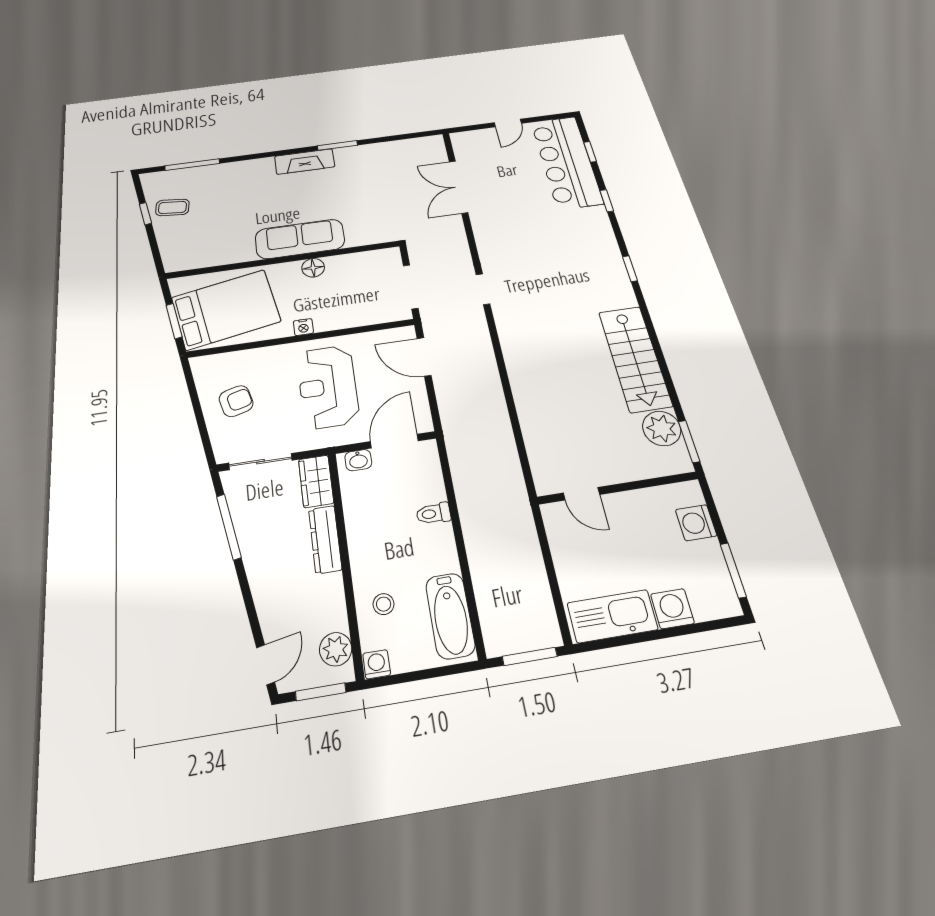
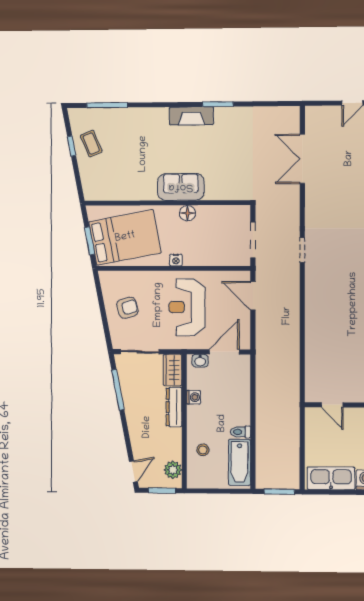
coffee table: (172, 207) -> (91, 144), turned 61
sofa: (300, 239) -> (181, 187), width x0.73
toilet: (433, 513) -> (240, 432), moved
washing machine: (377, 664) -> (193, 397), moved, turned 90

